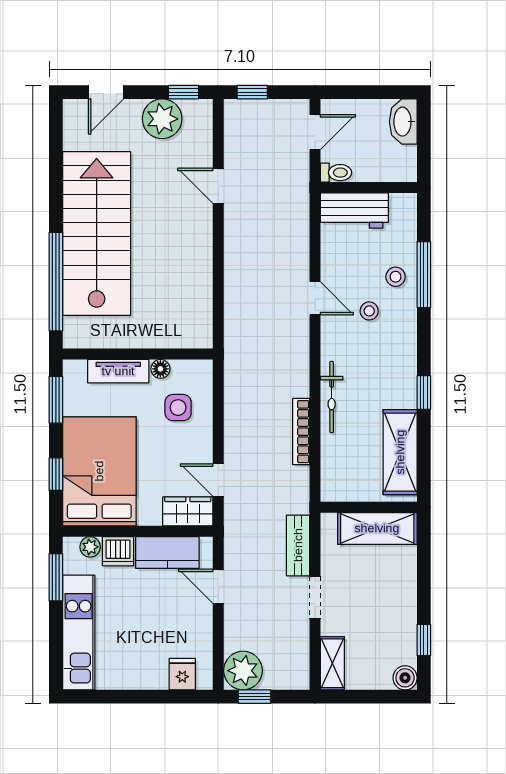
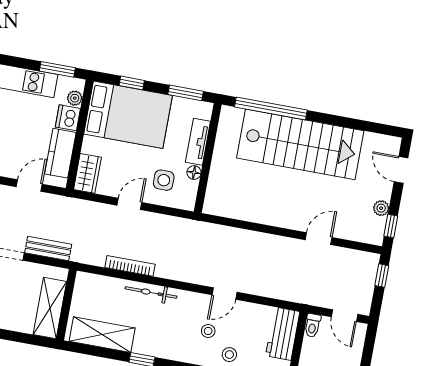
plant: (162, 119) -> (381, 208), width x0.53, depth x0.53
door: (218, 480) -> (129, 204), moved

